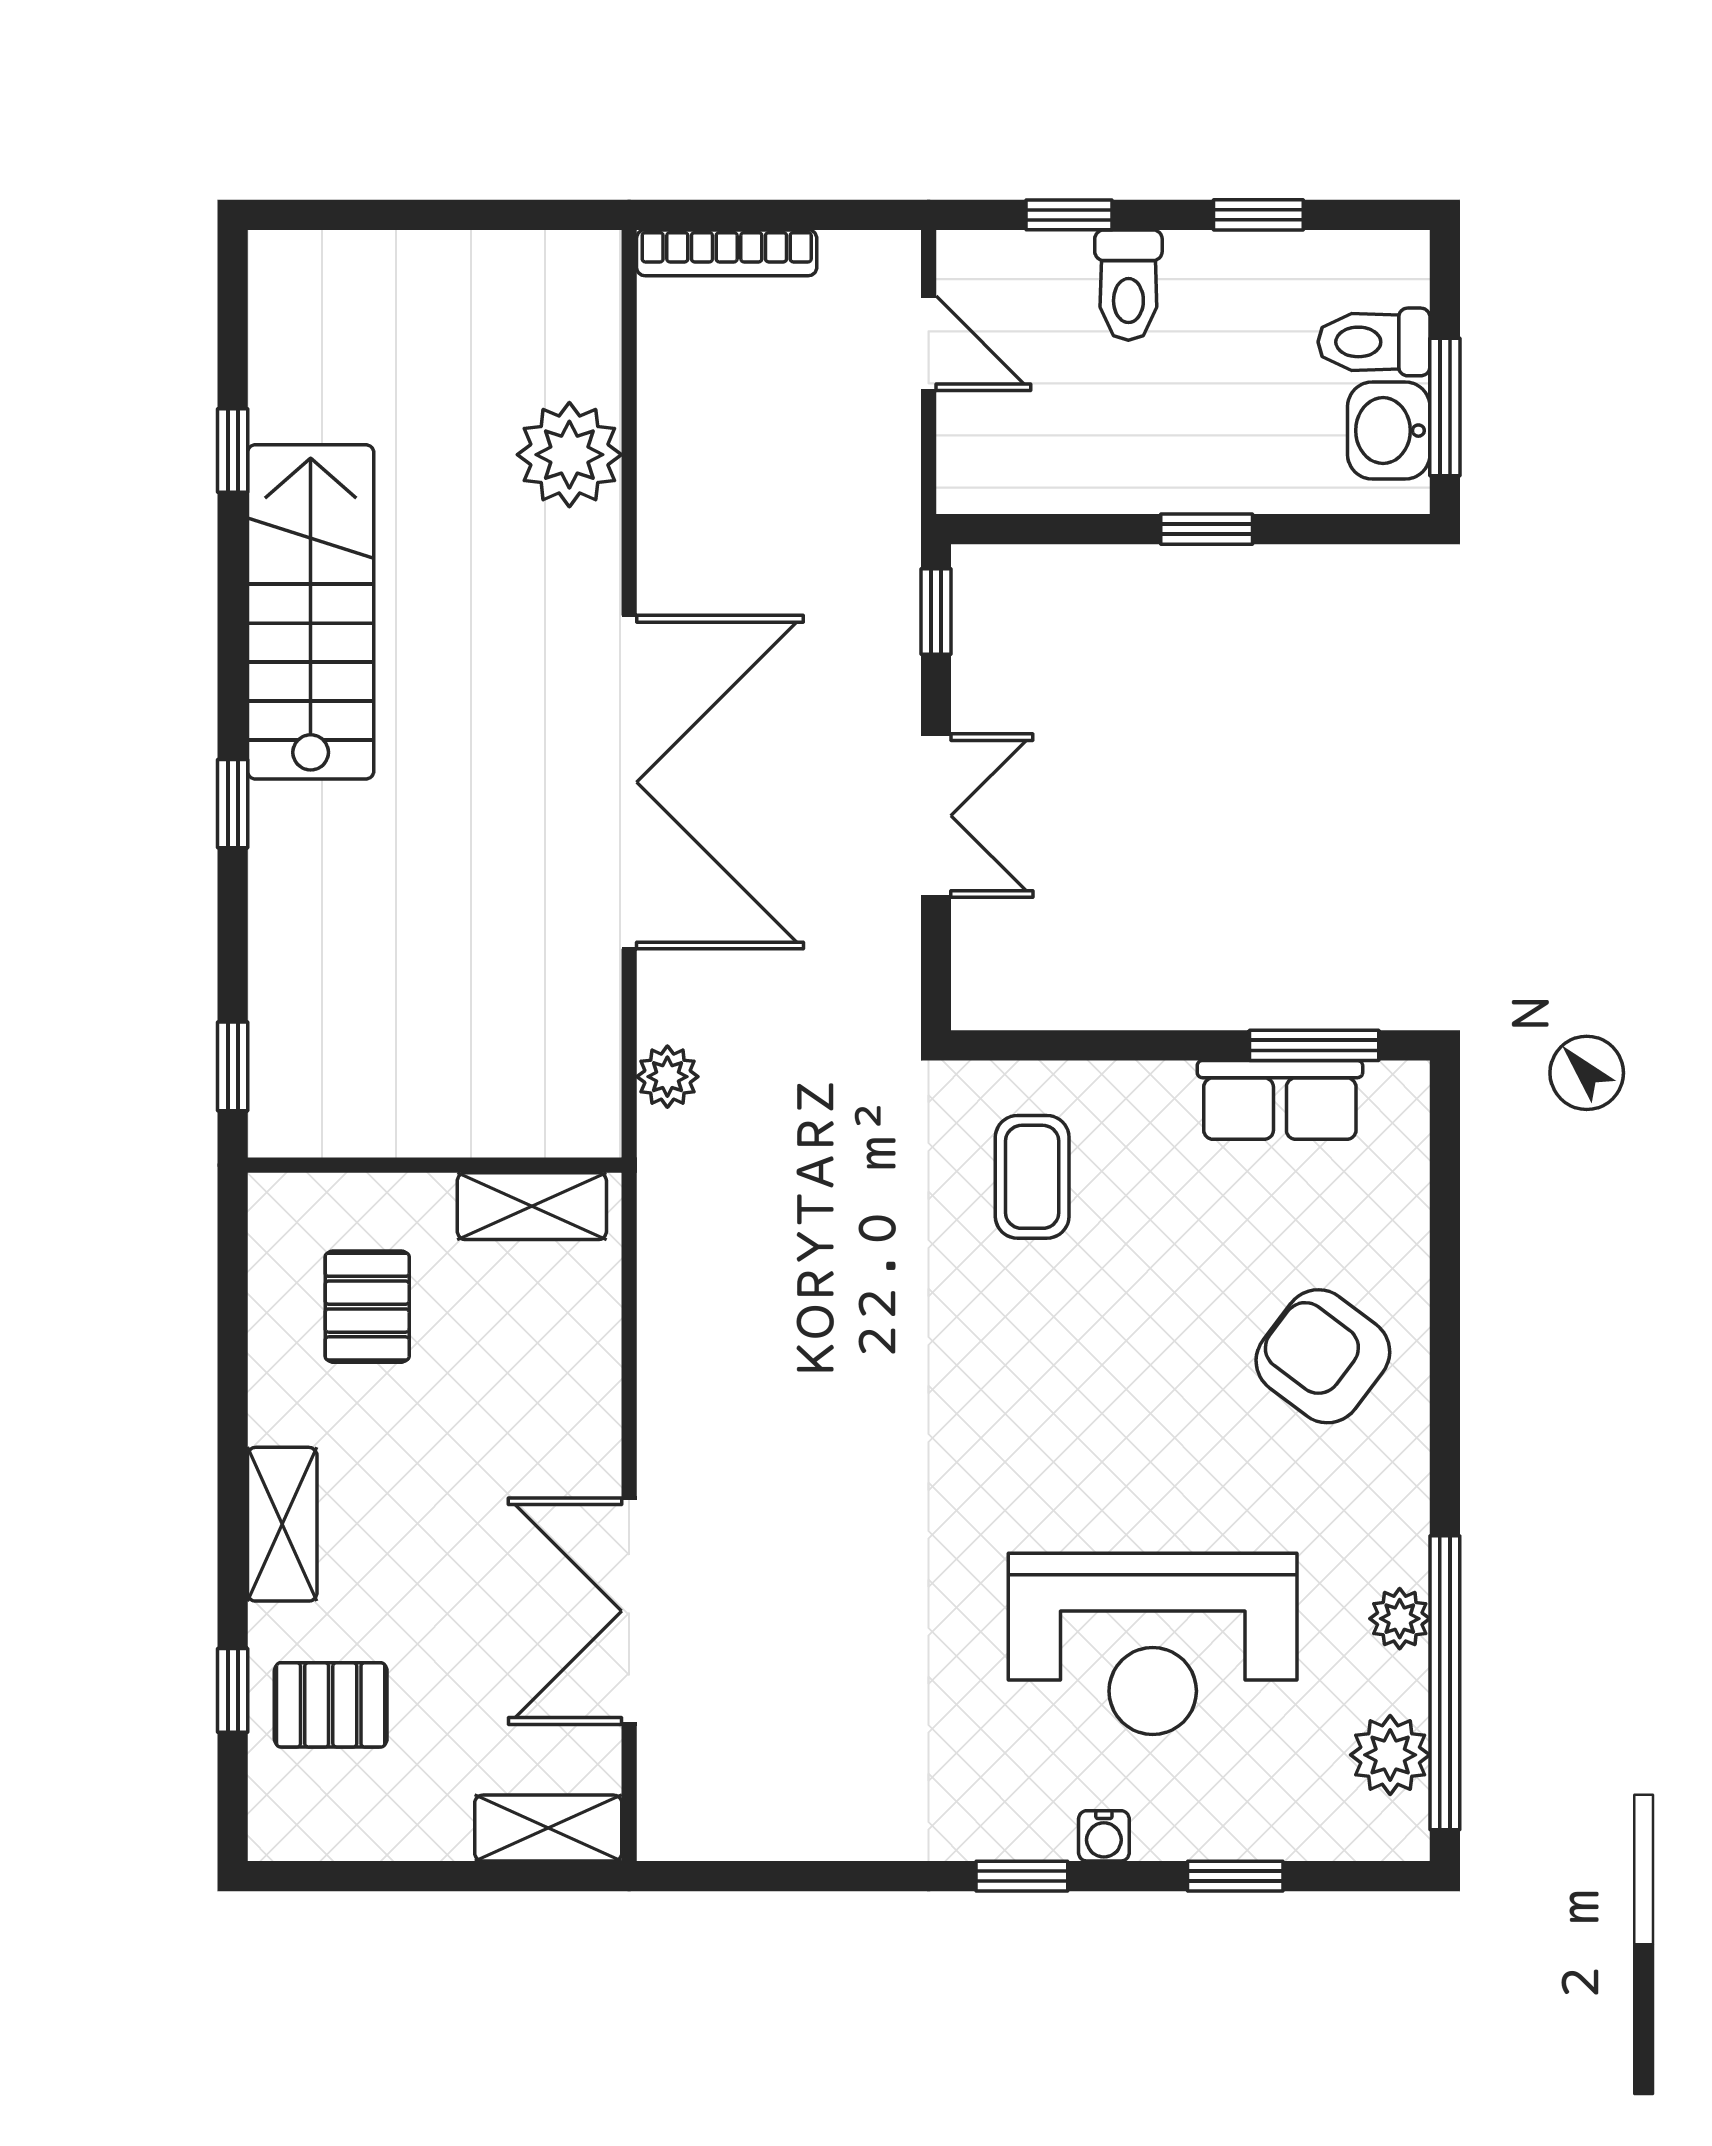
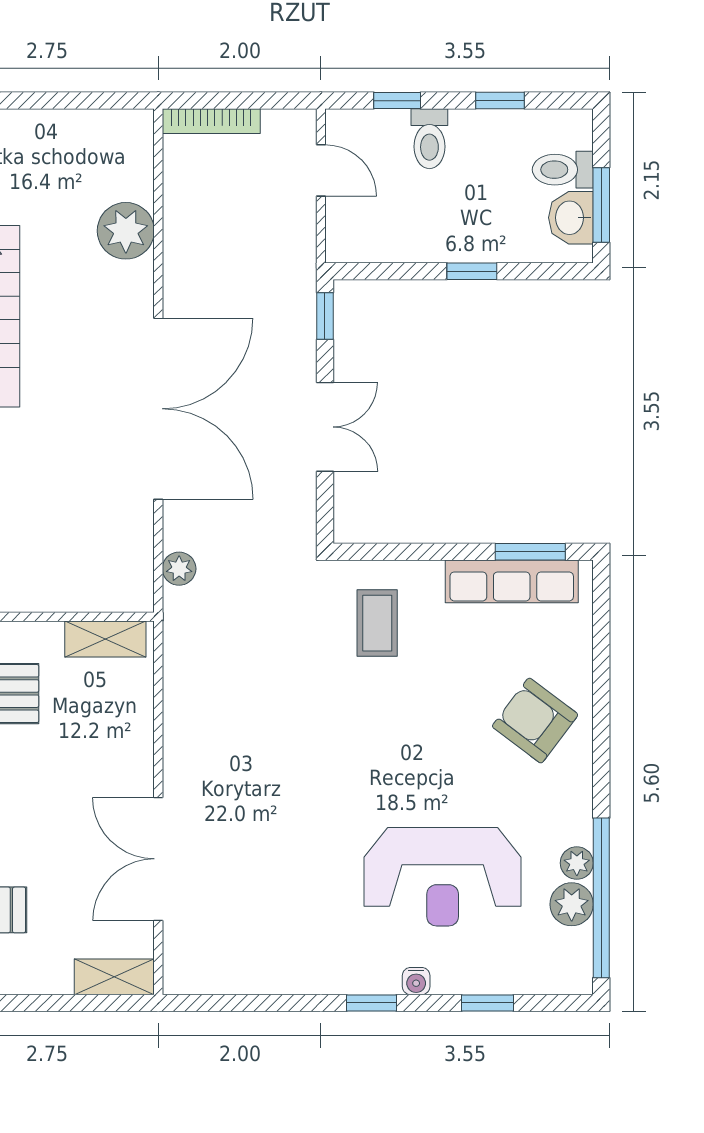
row of seats: (1280, 1100) -> (512, 581), width x1.48
plant: (1390, 1755) -> (572, 904), moved

